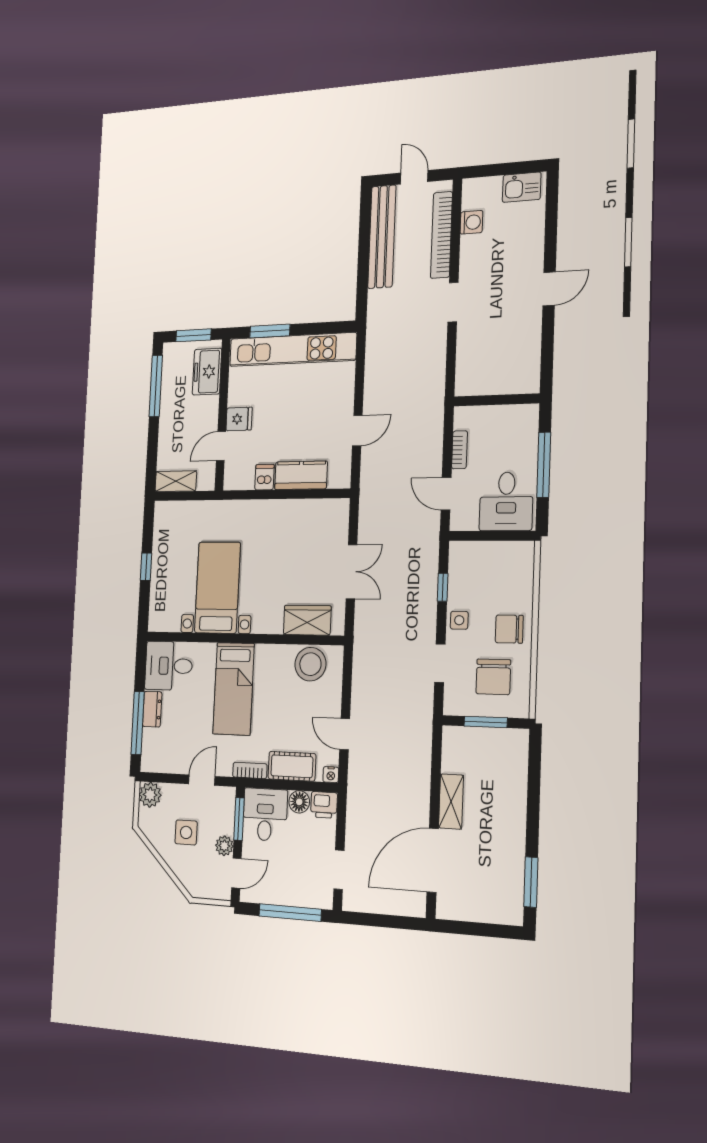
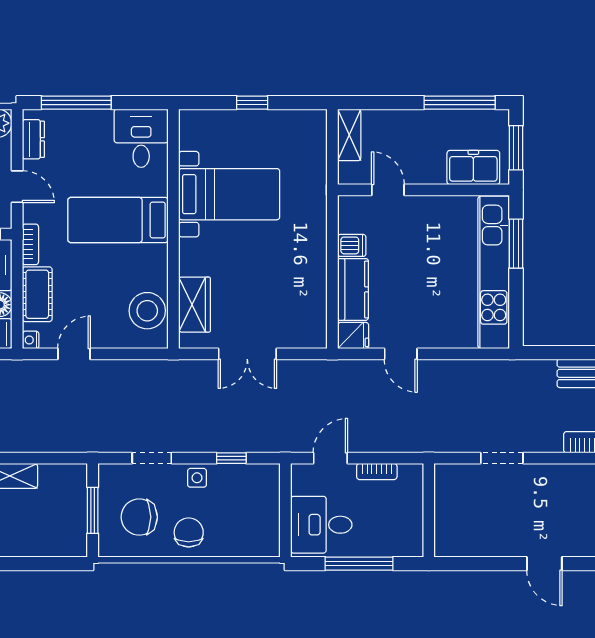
doorway: (453, 302) -> (502, 458), moved
fridge: (239, 419) -> (353, 336), moved, turned -90
dresser: (152, 709) -> (33, 139), moved, turned -90

